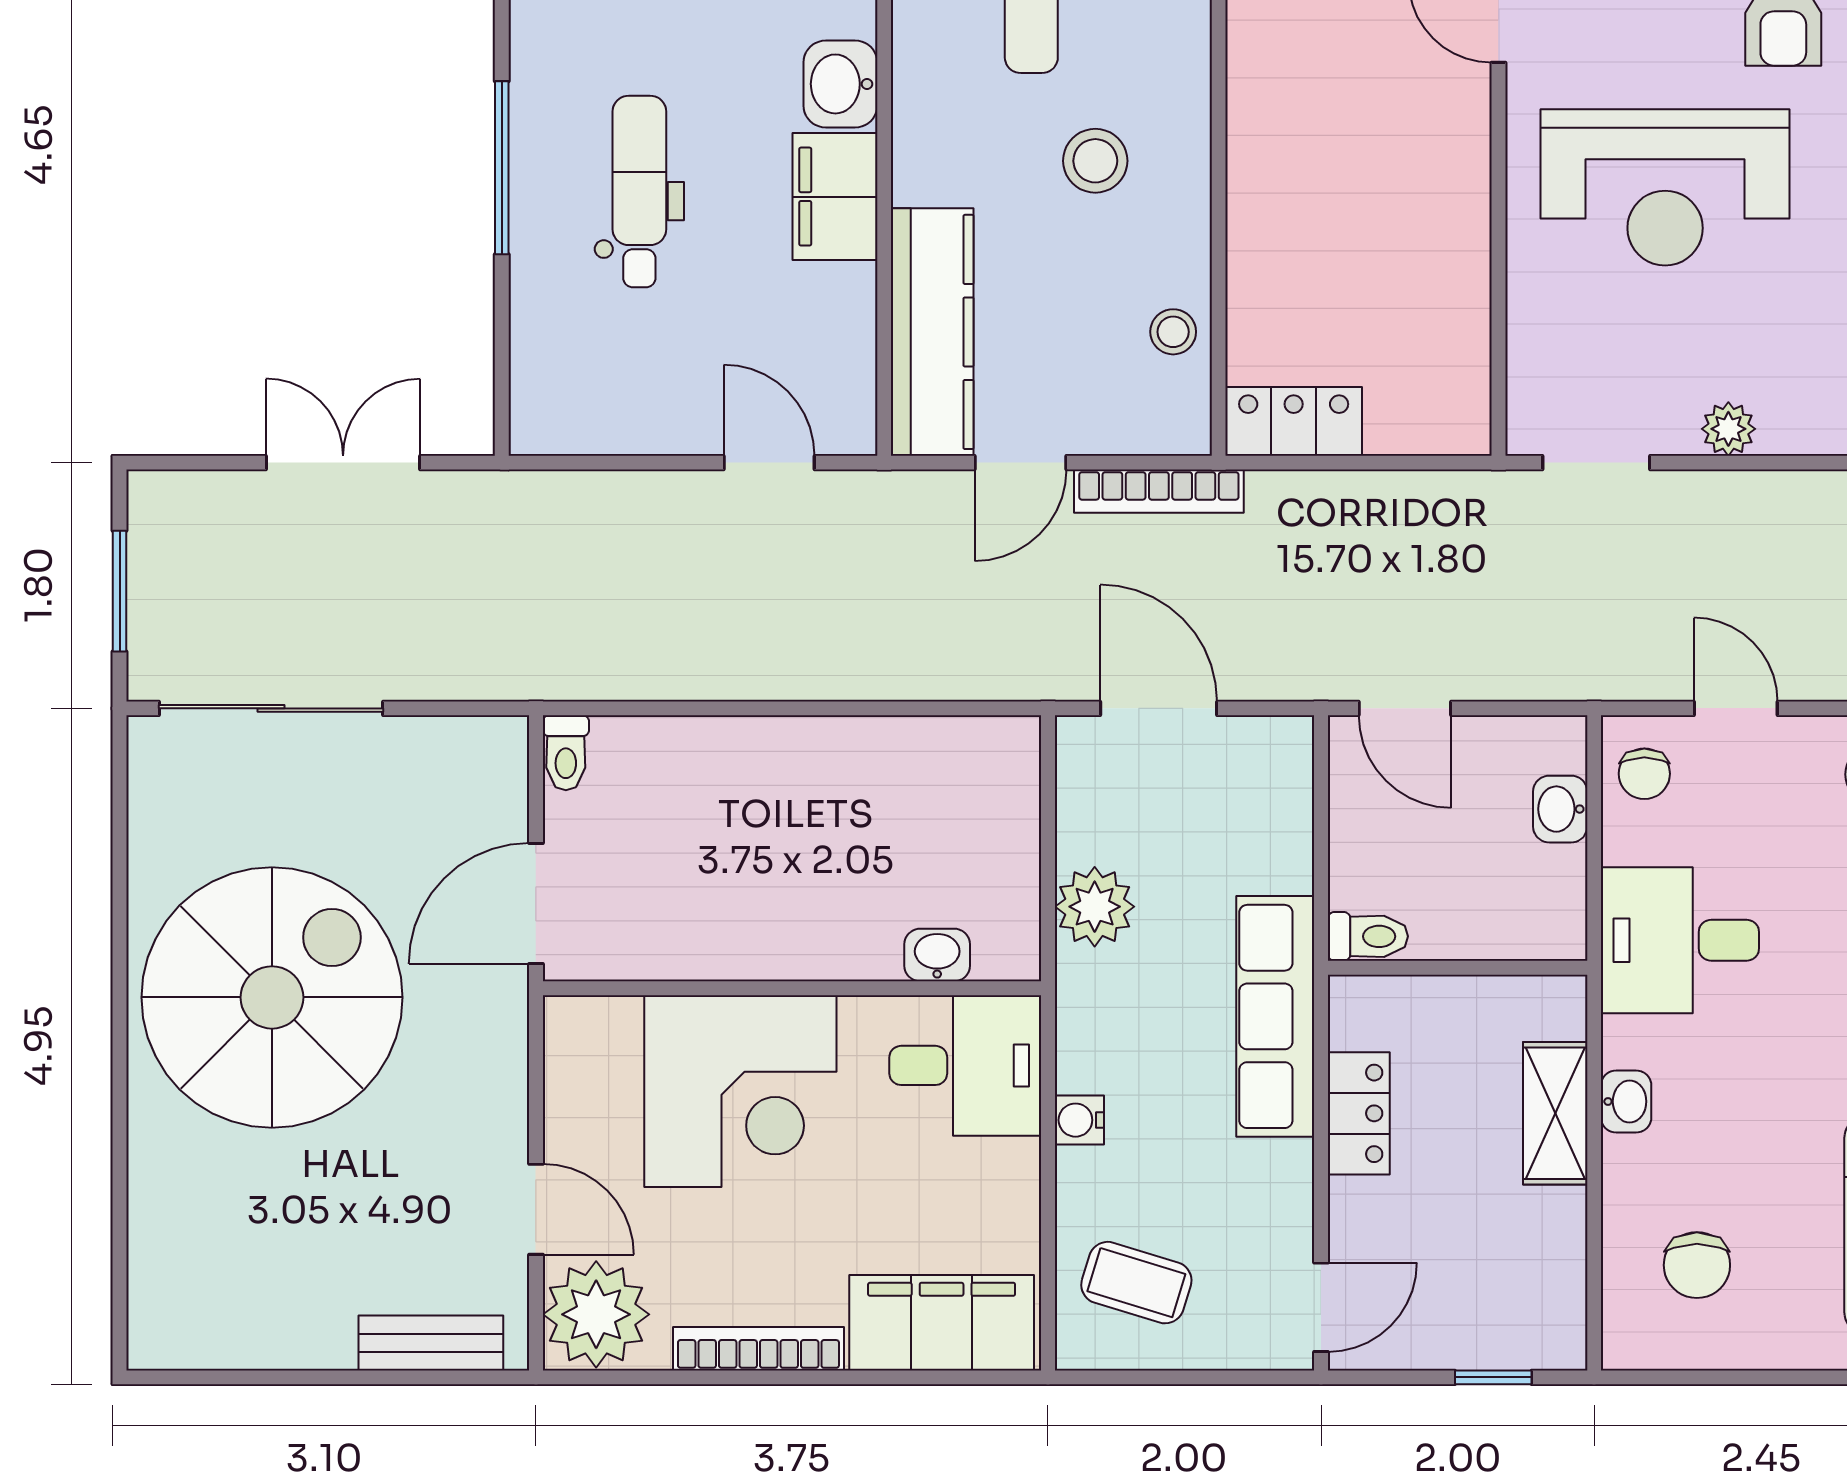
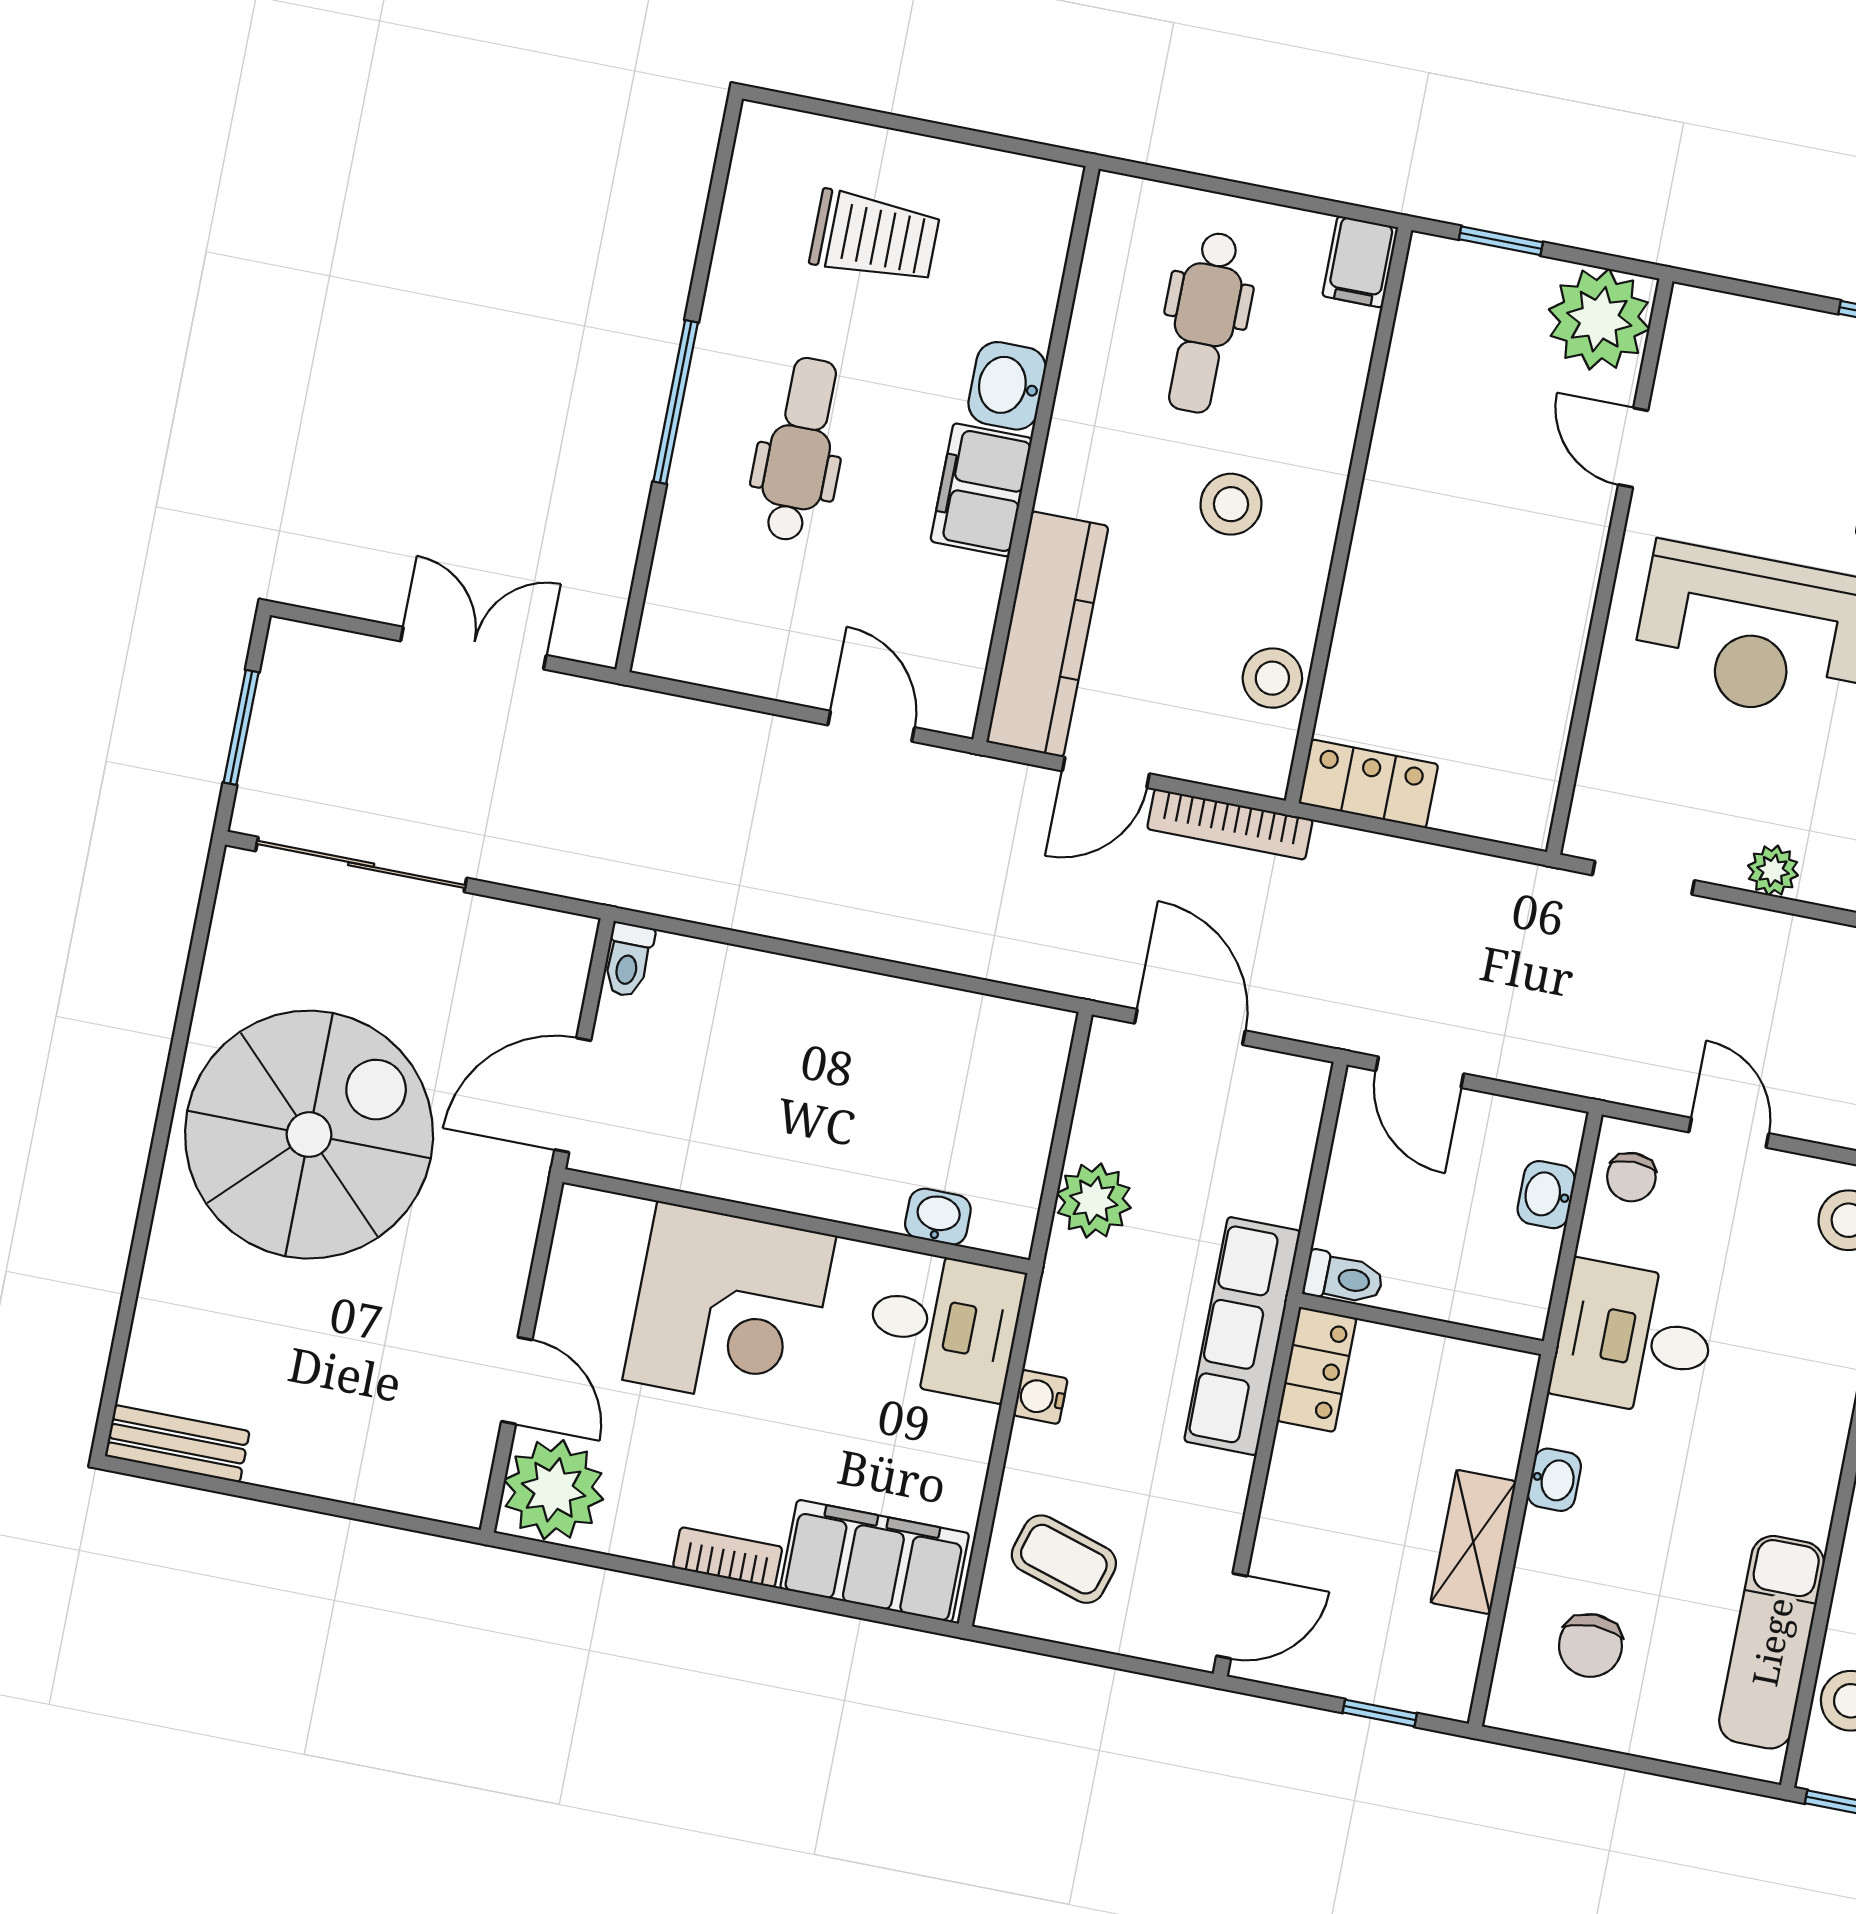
stool: (1173, 332) -> (1272, 678), width x1.37, depth x1.37
locker: (1359, 1113) -> (1317, 1369), moved
shelving: (1555, 1113) -> (1473, 1542), moved
bench: (431, 1343) -> (177, 1444), moved
bookcase: (758, 1349) -> (728, 1557), width x0.64

